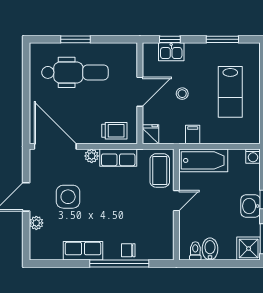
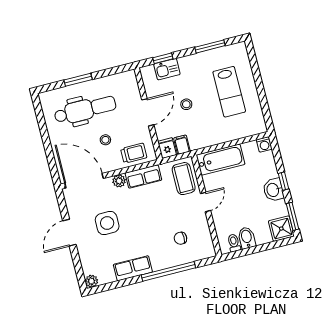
stool: (88, 109) -> (105, 140), added
filing cabinet: (193, 135) -> (182, 145), moved
plant: (36, 223) -> (91, 281), moved
chair: (128, 250) -> (180, 238), moved

